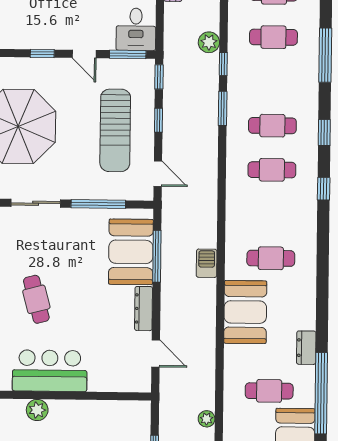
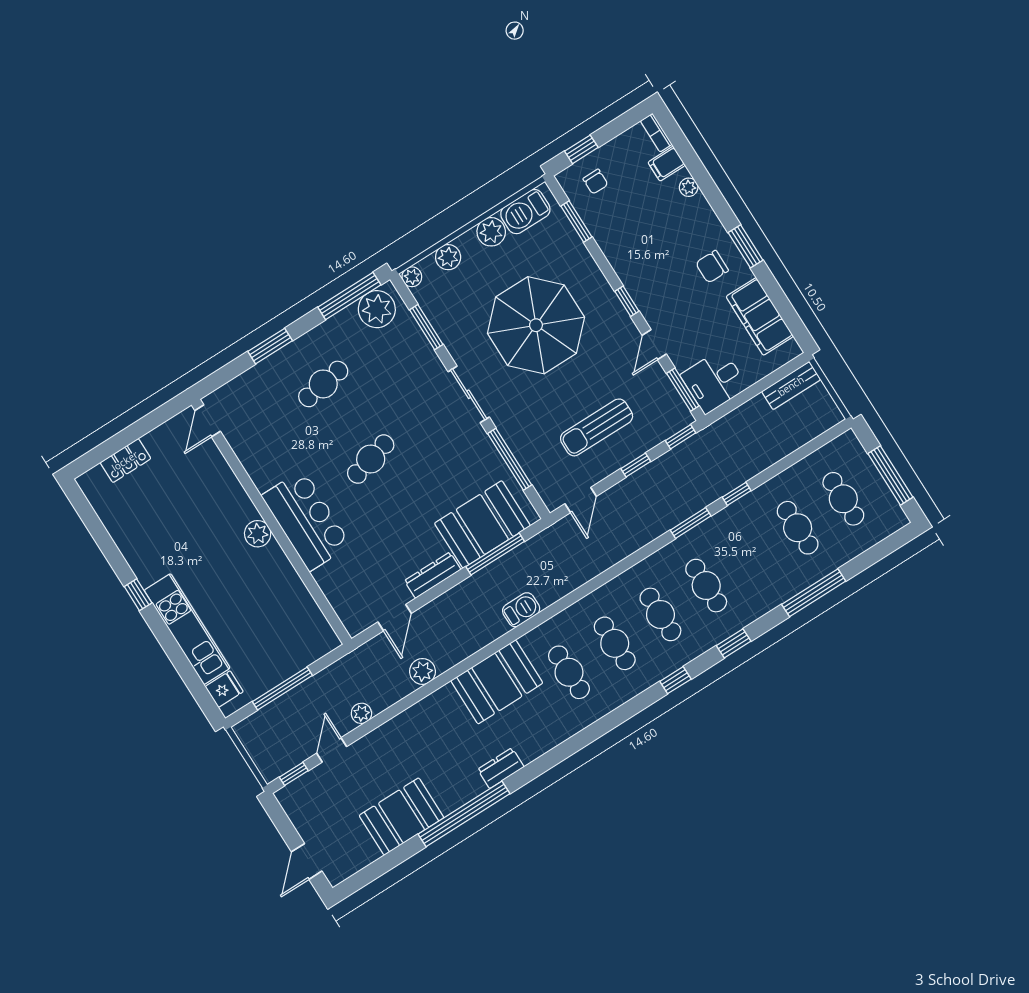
plant: (209, 42) -> (423, 671), moved
sun lounger: (115, 130) -> (597, 427), width x0.73, depth x0.75
cafe table: (269, 391) -> (615, 643), moved

